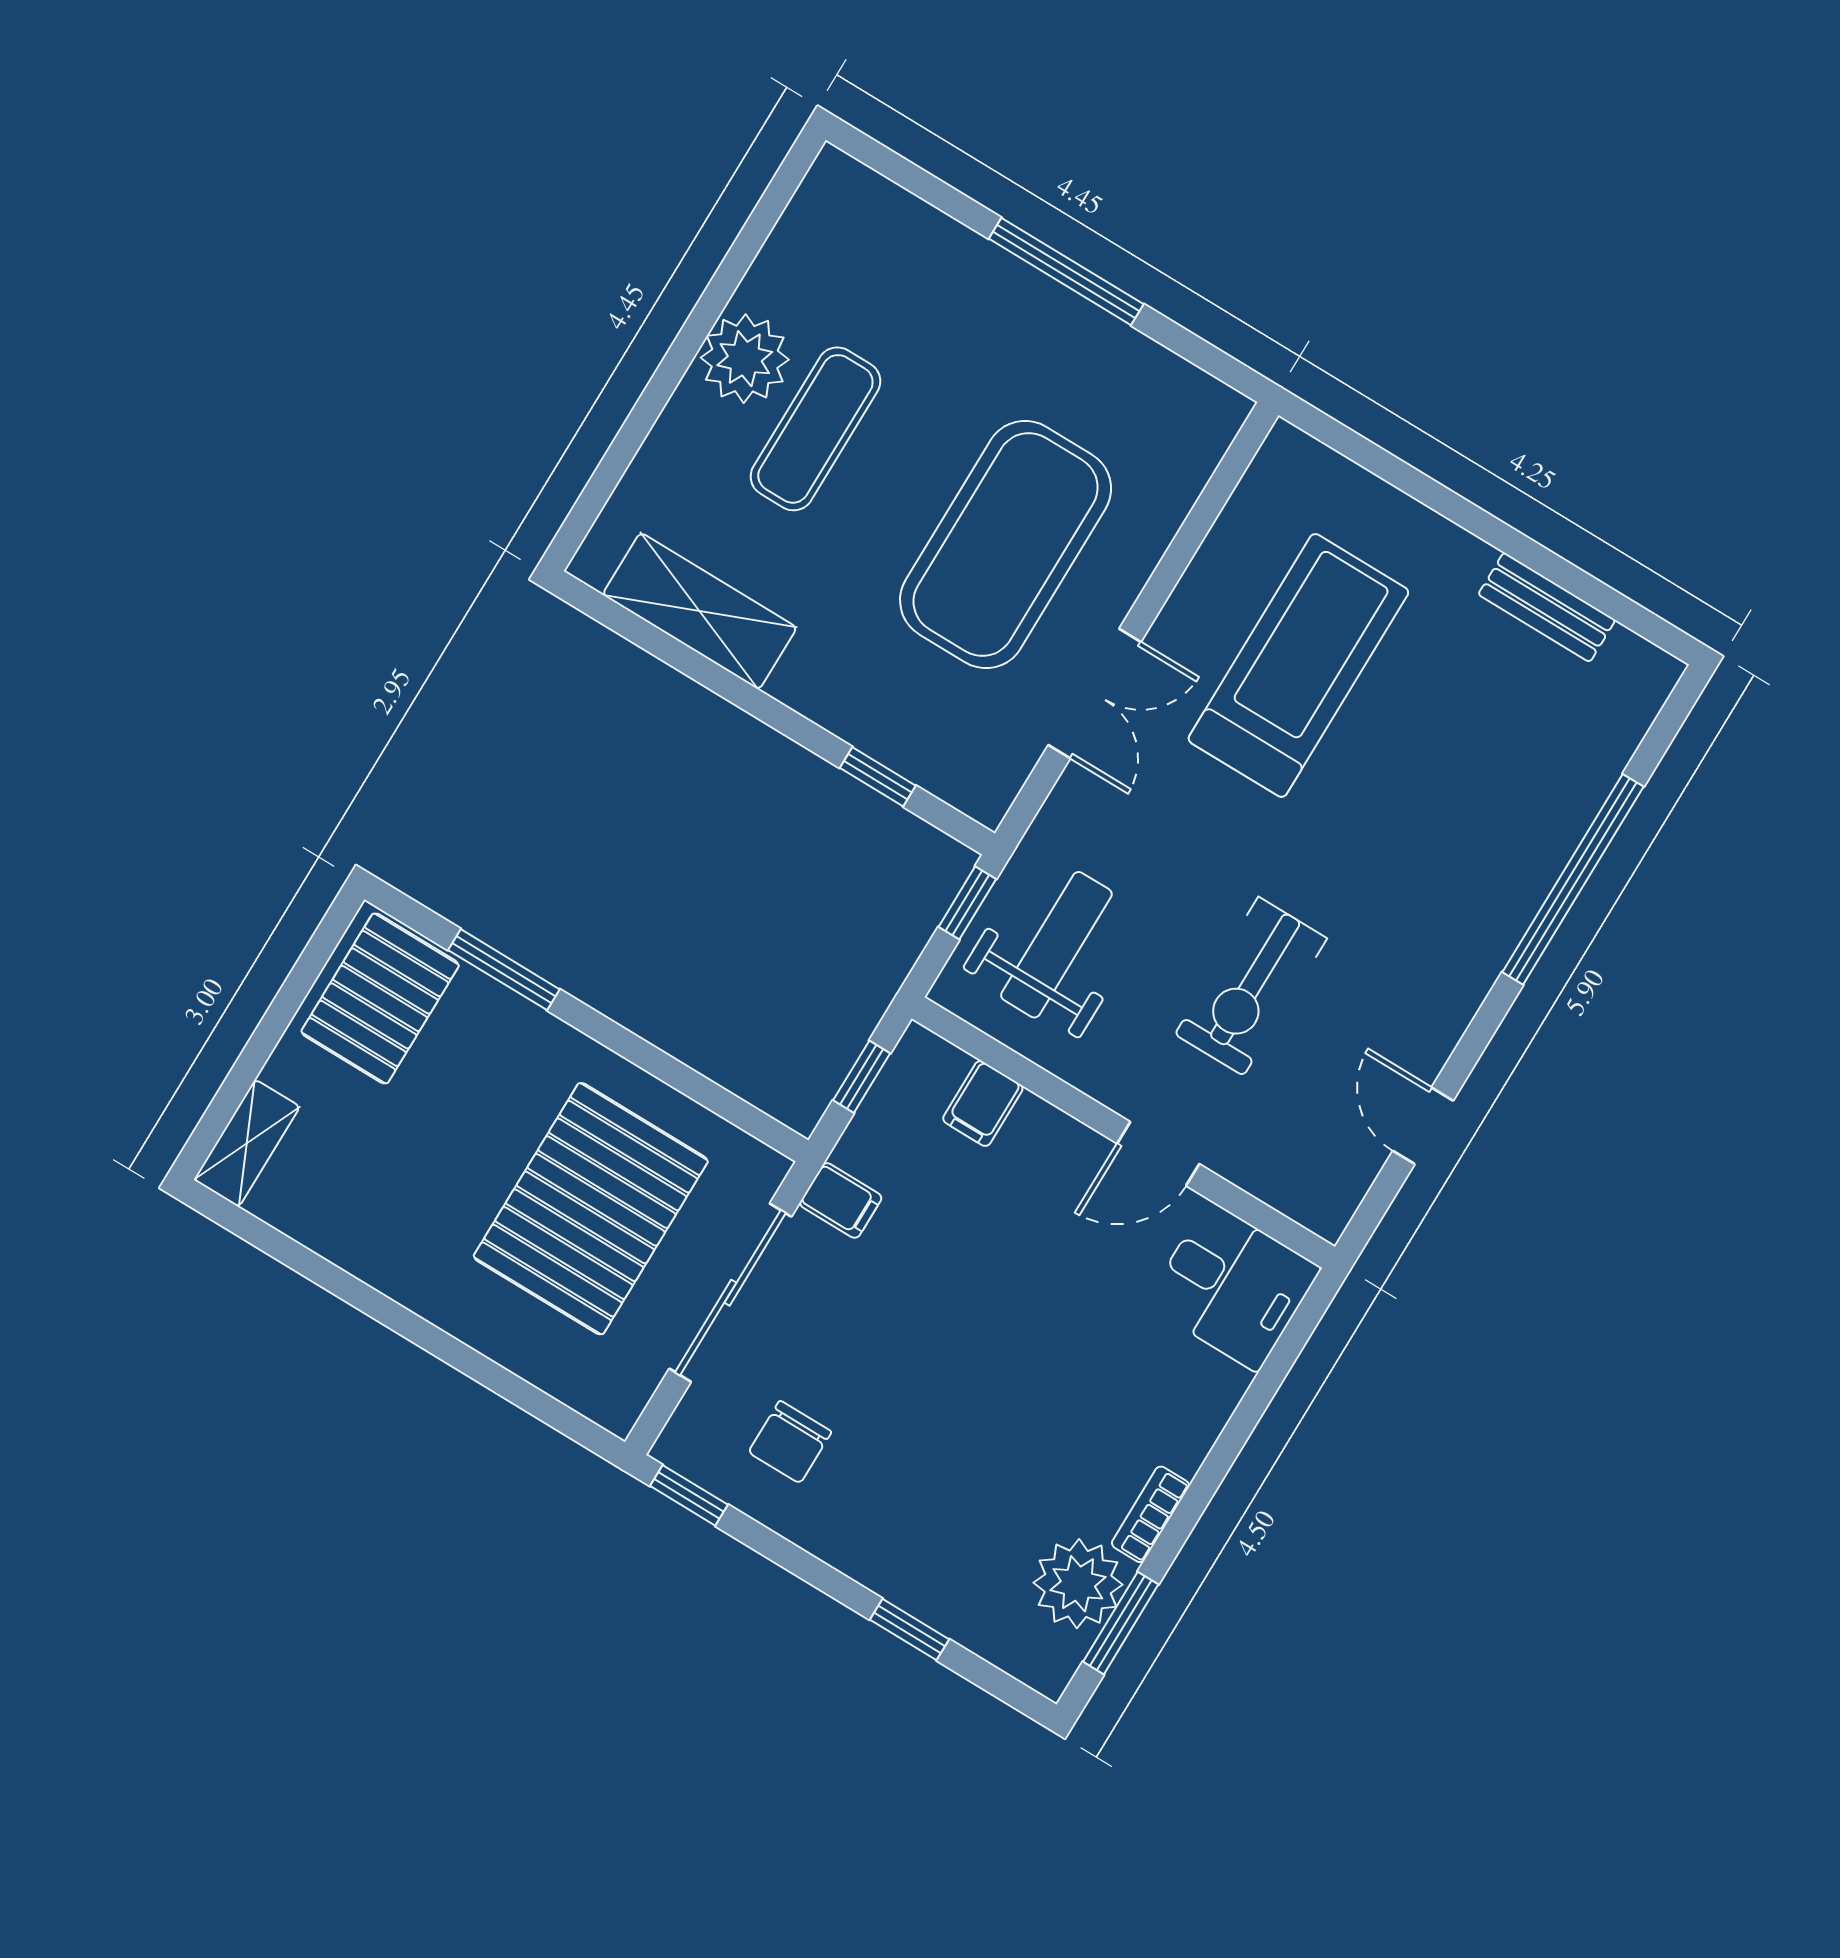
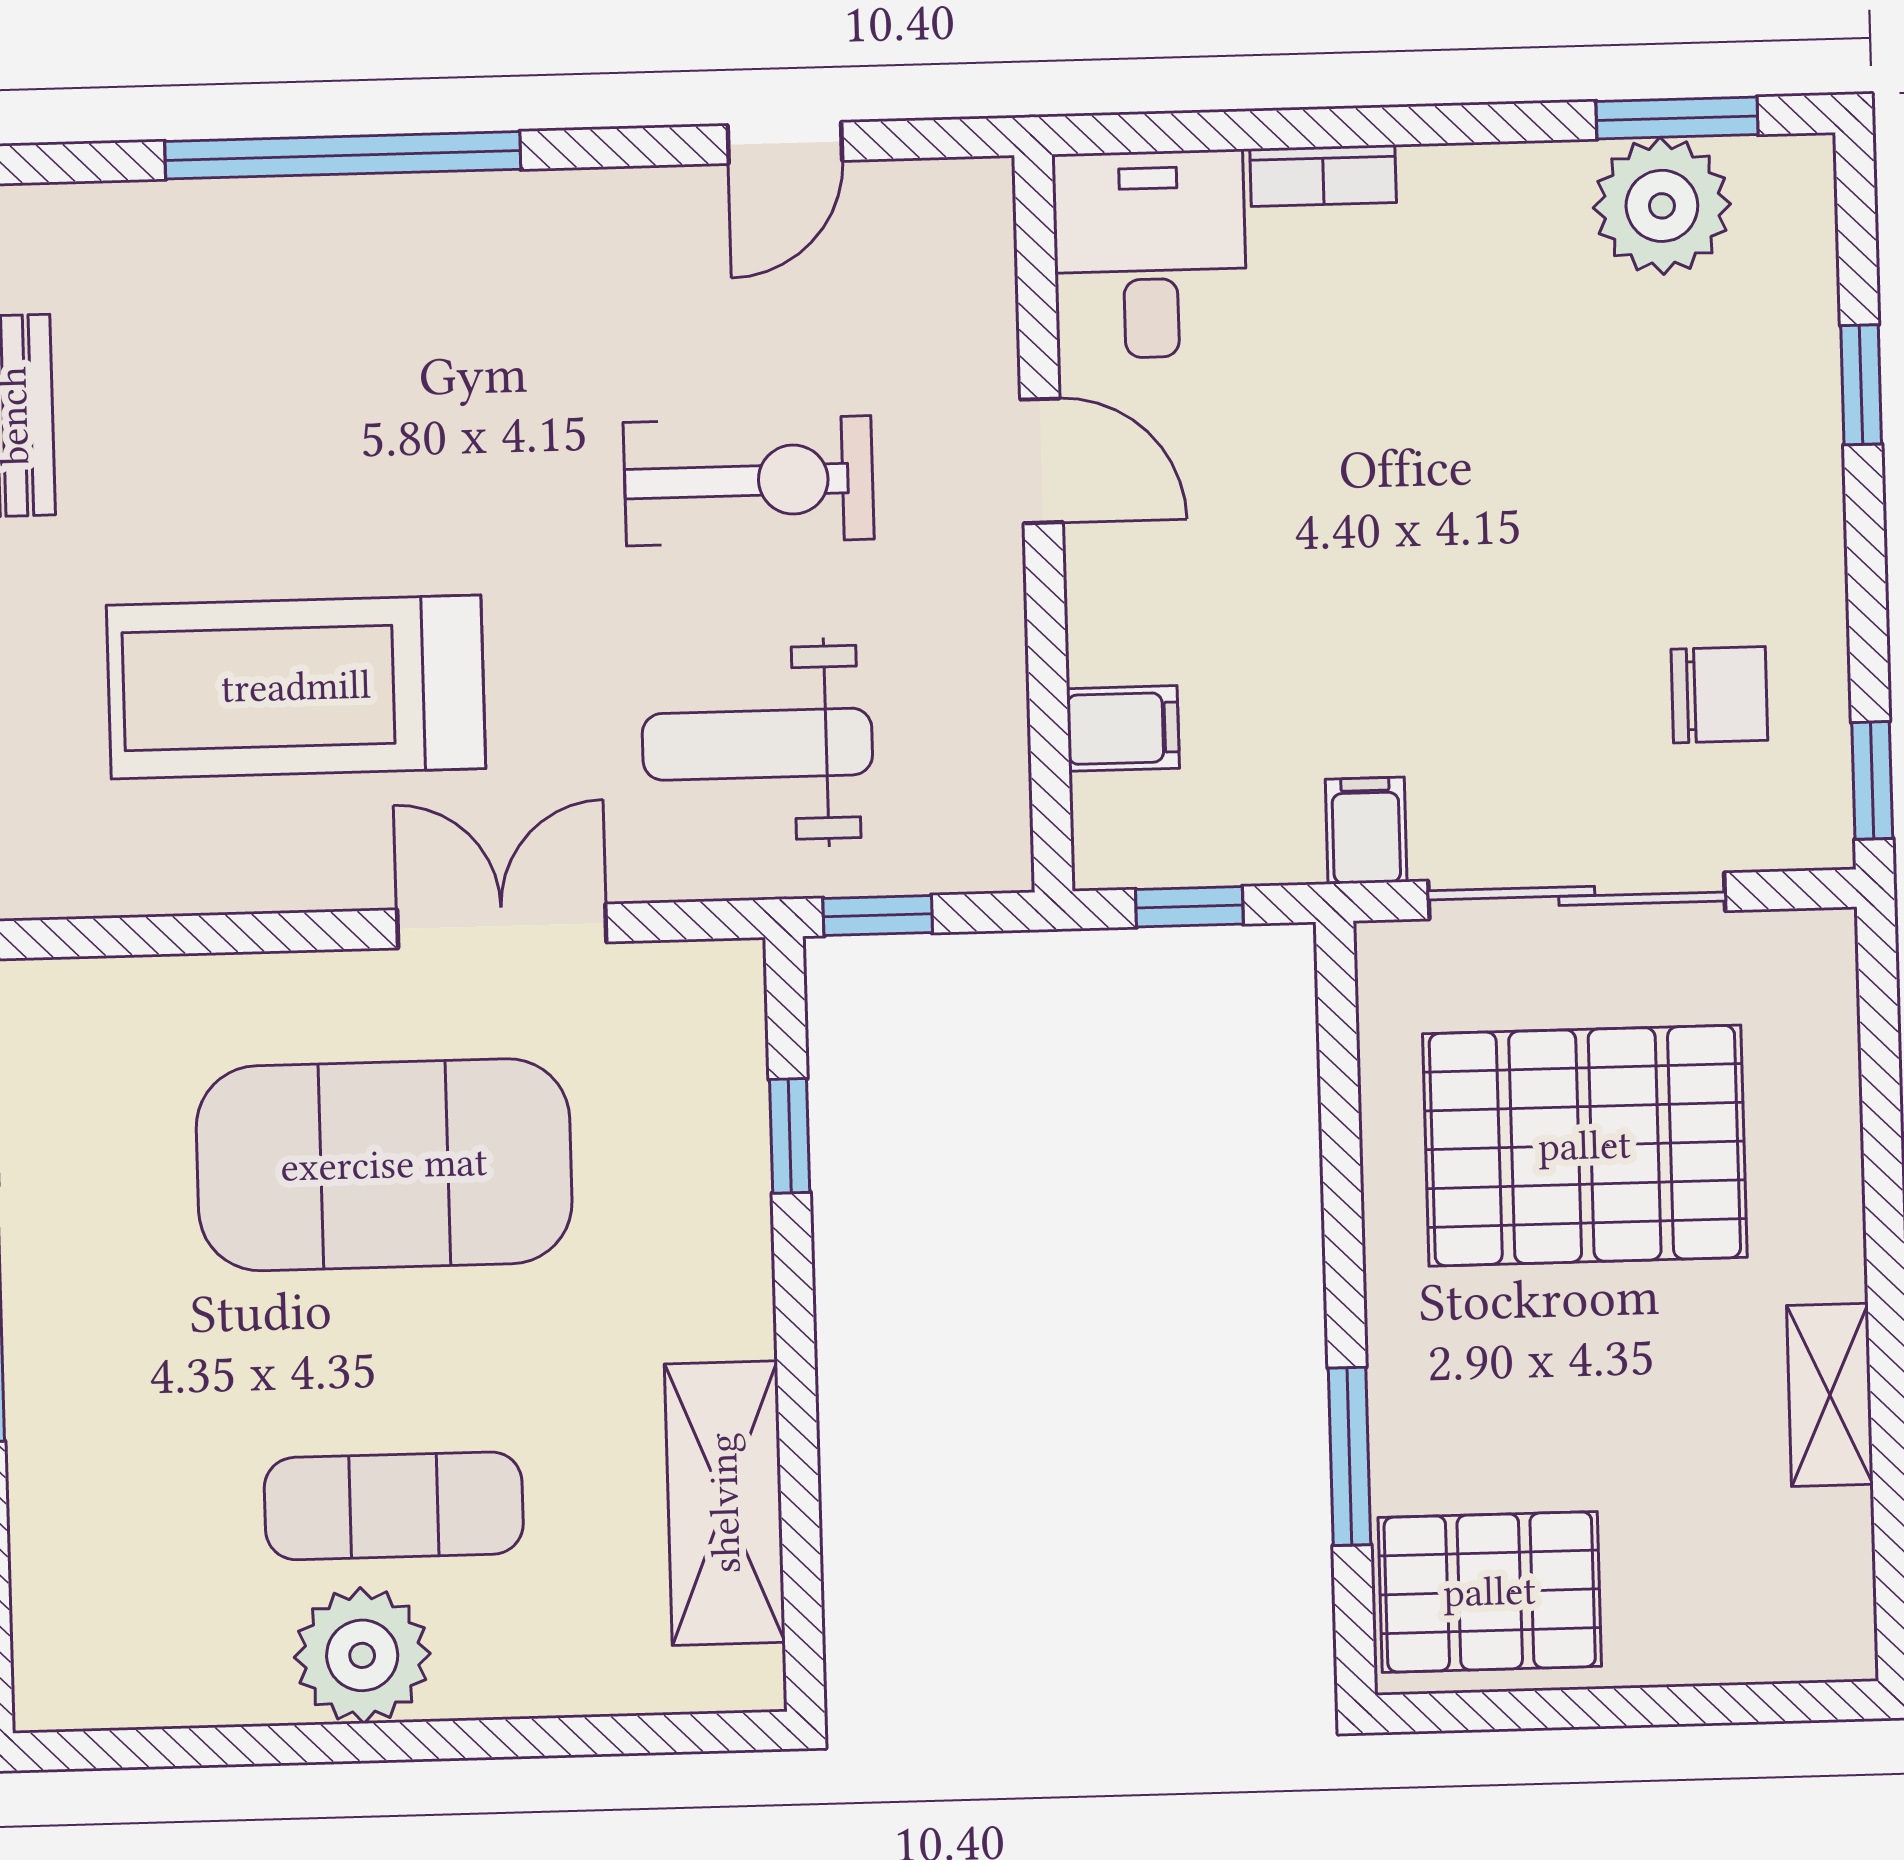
weight bench: (1056, 945) -> (757, 744), moved
shelving: (247, 1143) -> (1830, 1395), moved, turned 90
bookcase: (1150, 1514) -> (1323, 176), moved

